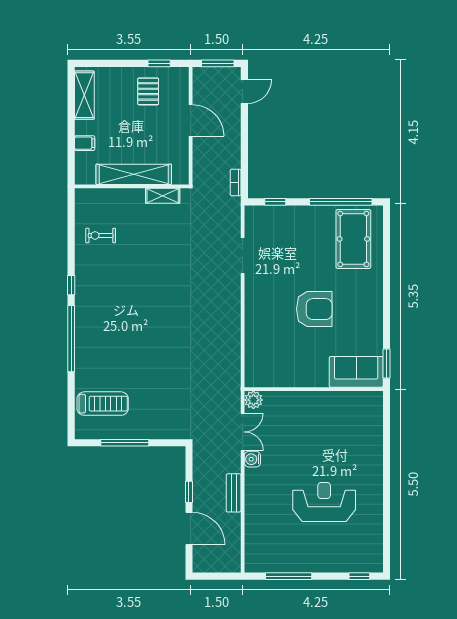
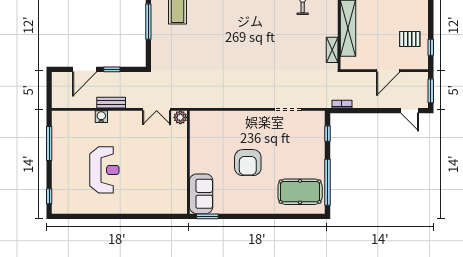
water cooler: (252, 459) -> (101, 117), moved

